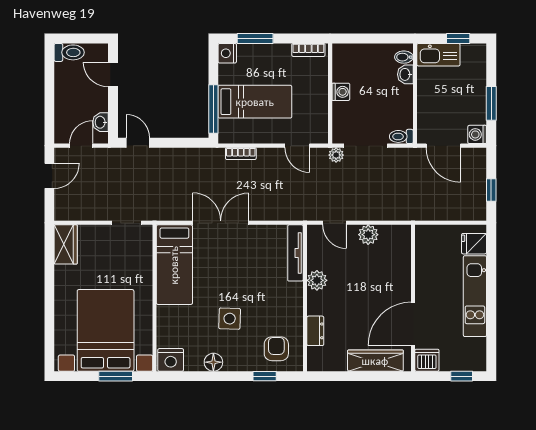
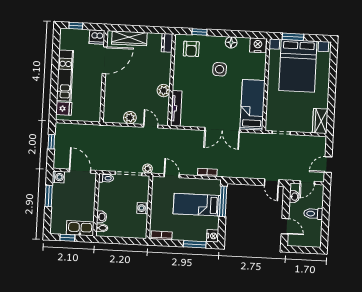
toilet: (69, 52) -> (313, 214), moved
dresser: (315, 331) -> (167, 43), moved

